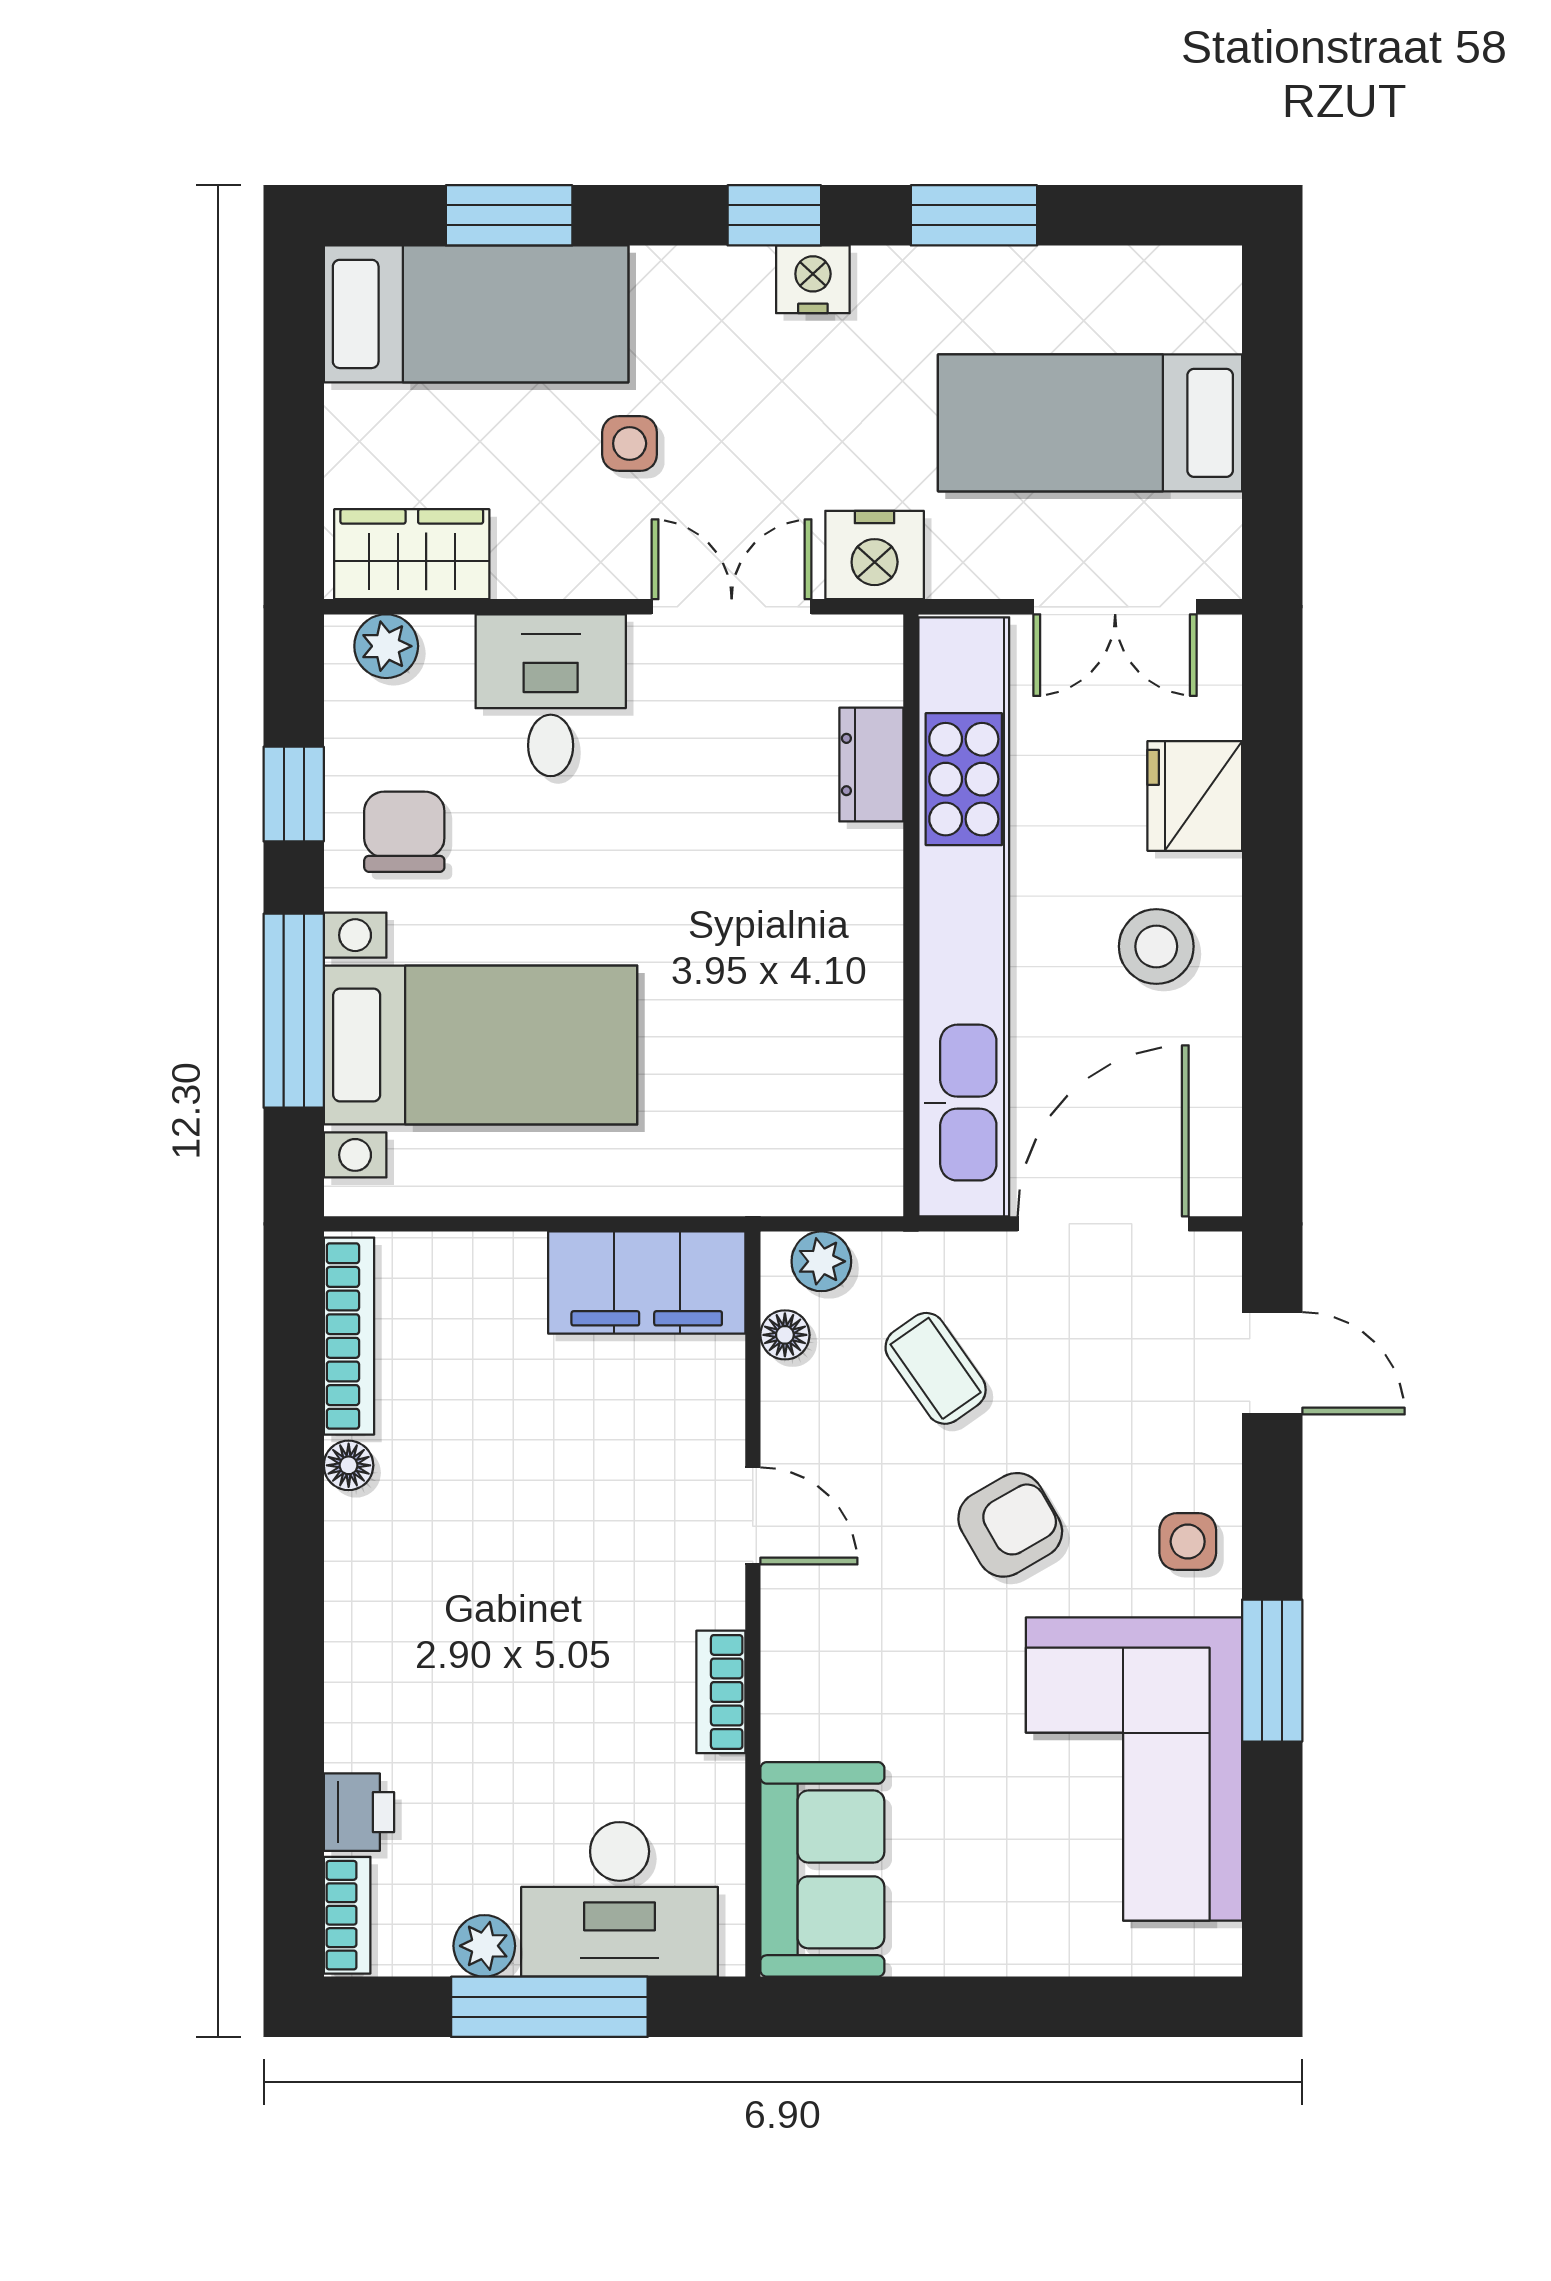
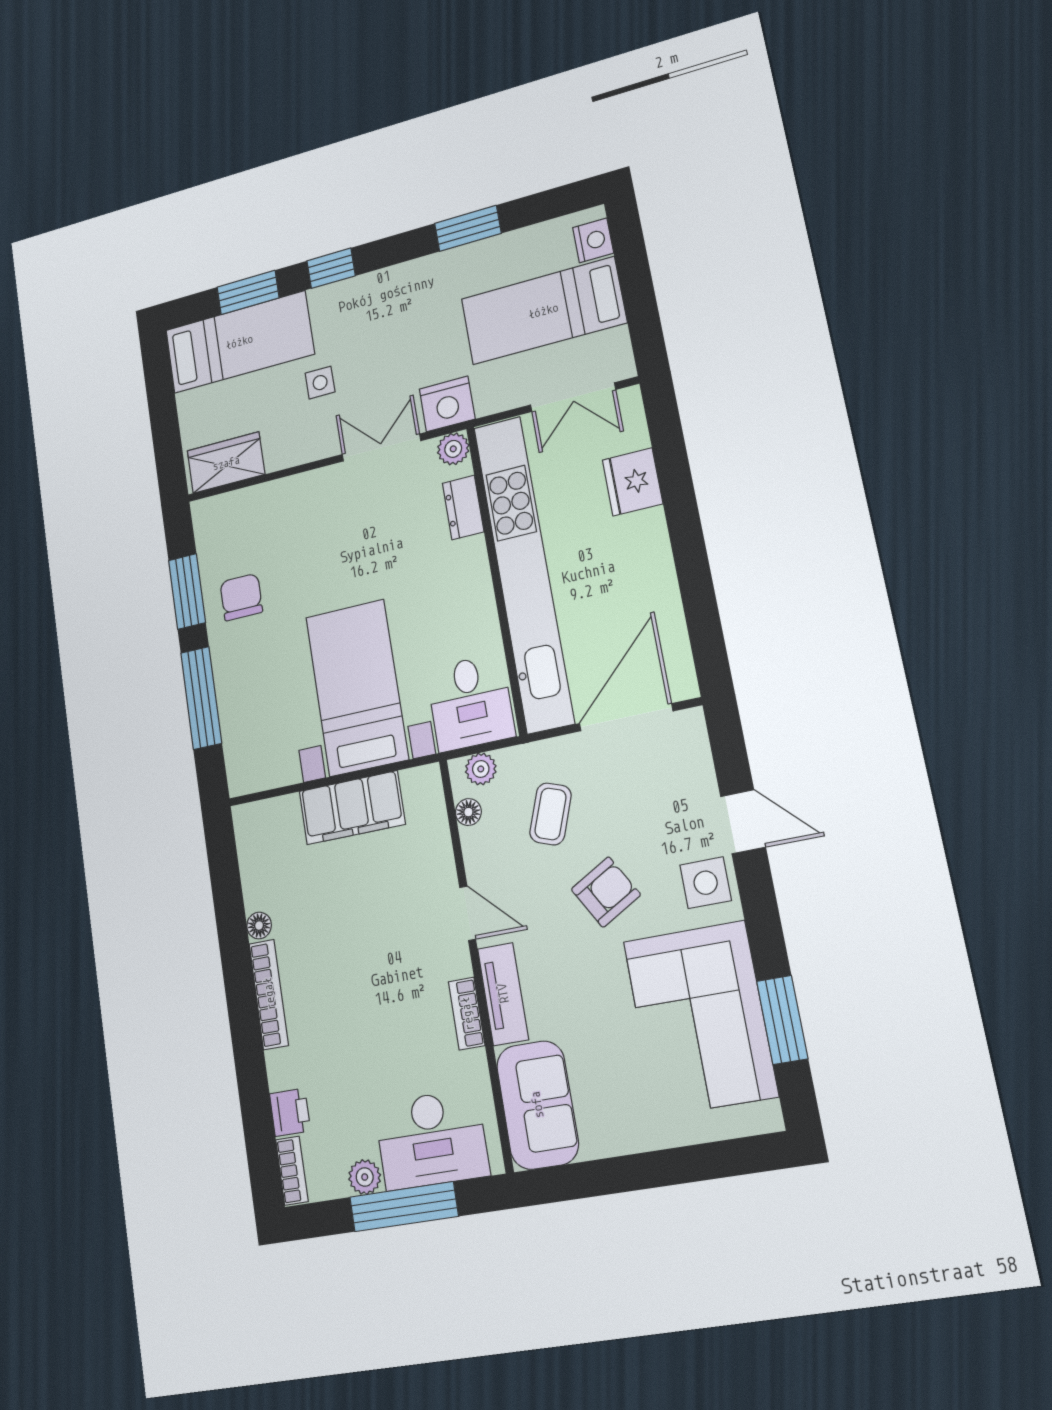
window: (774, 215) -> (331, 268), moved
nightstand: (813, 279) -> (593, 240), moved, turned 90
plant: (386, 646) -> (453, 449), moved
desk: (551, 695) -> (470, 703), moved, turned 180
window: (294, 794) -> (187, 591), width x1.50
stool: (1156, 946) -> (627, 564), removed
bed with nightstands: (480, 1045) -> (357, 688), moved, turned -90
filing cabinet: (647, 1283) -> (352, 808), moved
bookcase: (349, 1336) -> (269, 994), moved
door: (1272, 1363) -> (743, 822), moved
coffee table: (936, 1368) -> (550, 814), turned 55
side table: (1188, 1542) -> (706, 883), width x1.37, depth x1.37
tv unit: (793, 1669) -> (503, 994), added
window: (1272, 1671) -> (782, 1020), moved

